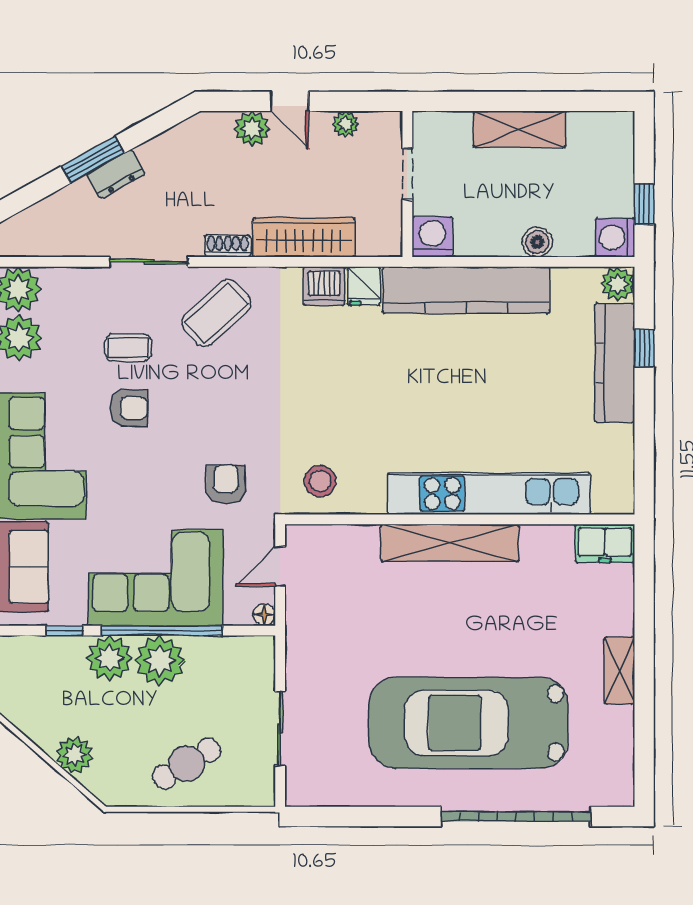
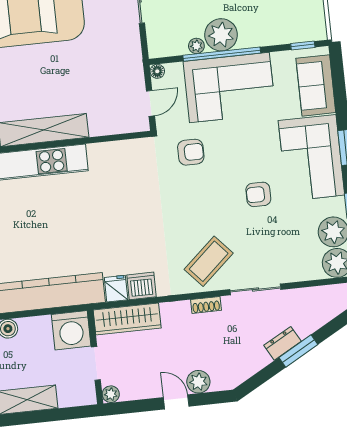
plant: (345, 124) -> (111, 394), moved
wardrobe: (304, 237) -> (127, 319), moved
washing machine: (432, 237) -> (71, 330), width x1.37, depth x1.37
coffee table: (128, 348) -> (263, 233), removed
stool: (320, 481) -> (131, 161), removed
armchair: (226, 484) -> (191, 152), turned -90
window: (64, 631) -> (303, 45), moved
plant: (109, 658) -> (196, 46), moved, width x0.53, depth x0.53

